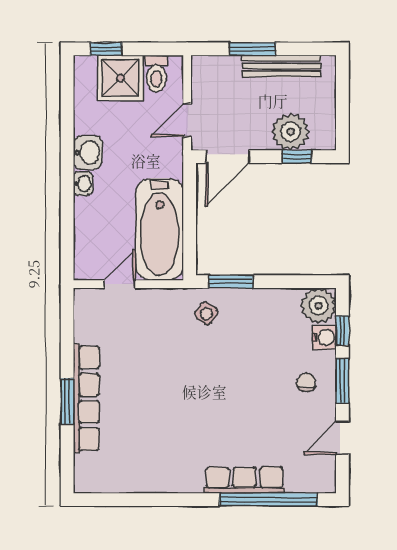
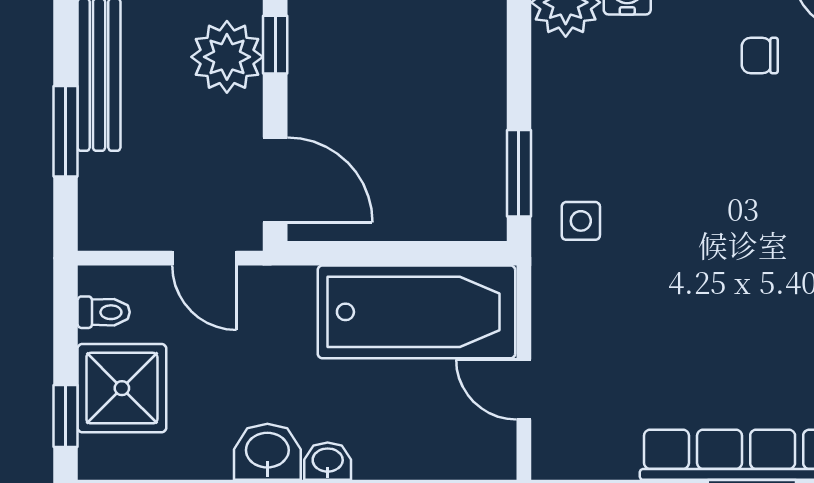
toilet: (156, 74) -> (104, 312), width x0.73, depth x0.72
side table: (206, 313) -> (581, 221), turned -35
chair: (306, 382) -> (760, 56), moved

